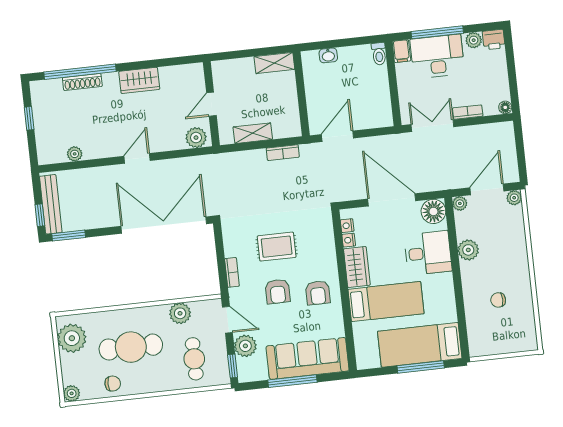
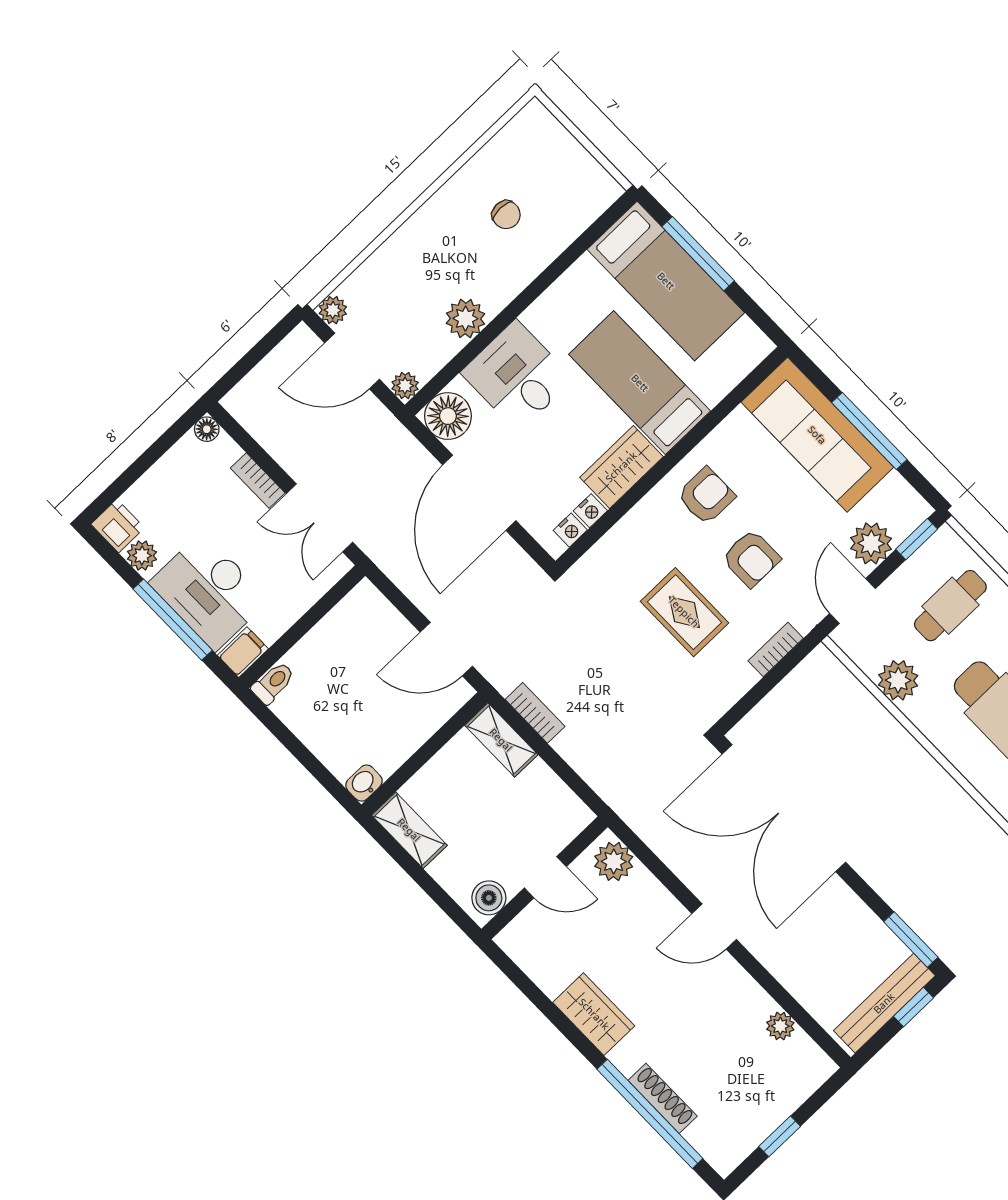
washbasin: (328, 55) -> (364, 783), moved, turned -90
boiler: (221, 74) -> (489, 898), added
shelving: (253, 133) -> (501, 740), moved
armchair: (278, 291) -> (751, 558), turned 90

